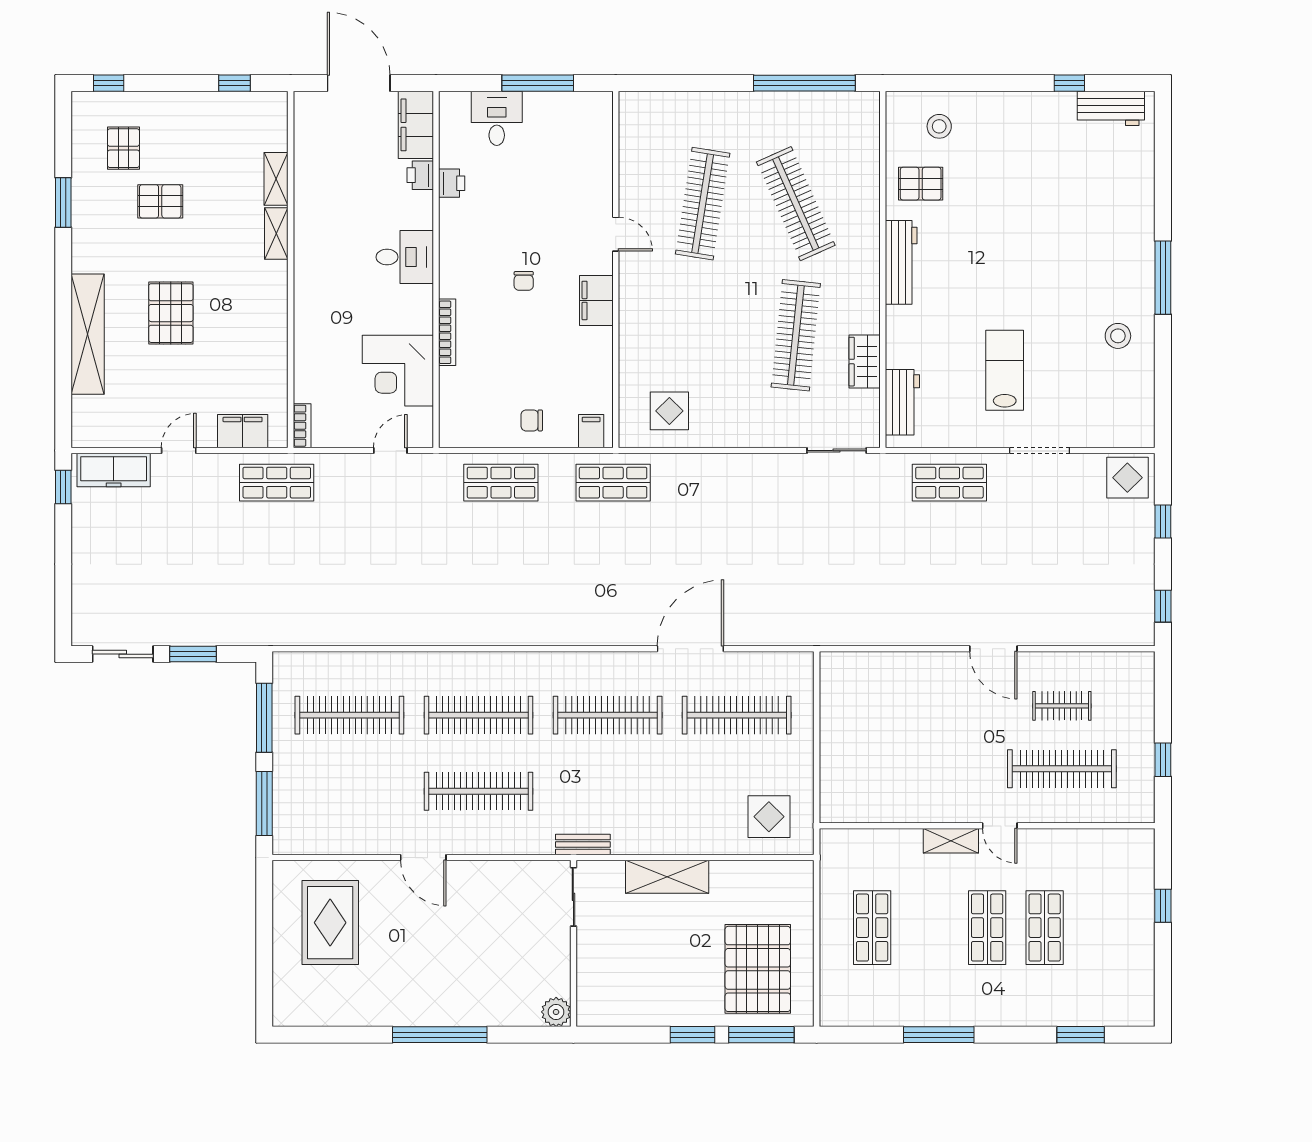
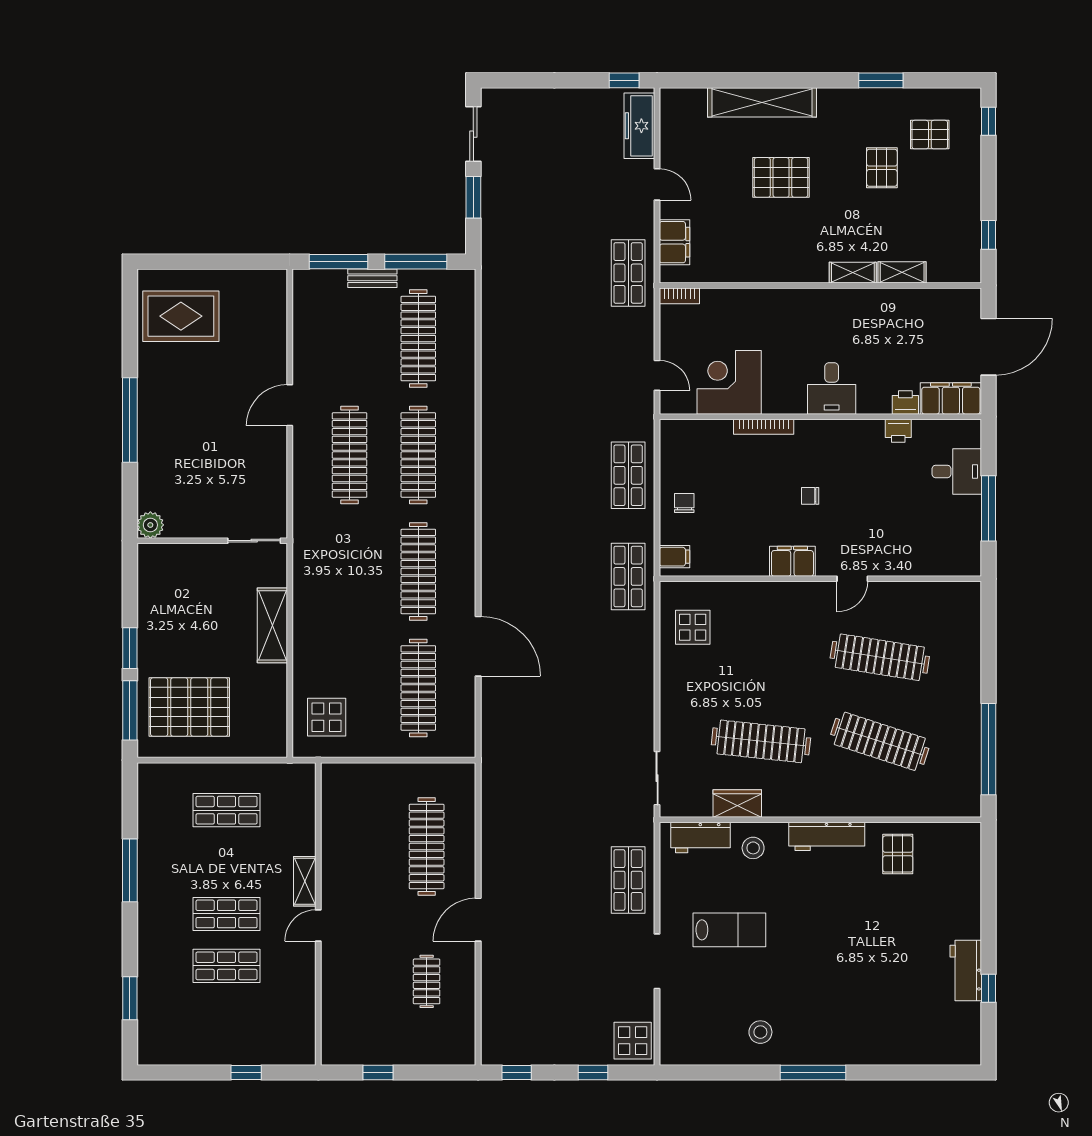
workbench: (1111, 108) -> (966, 970), moved
stool: (939, 126) -> (753, 848), moved
clothes rail: (796, 204) -> (880, 741), turned 42
clothes rail: (1062, 769) -> (427, 846), moved
bench: (583, 845) -> (372, 278), moved, turned 90
rug: (330, 923) -> (181, 316), moved

